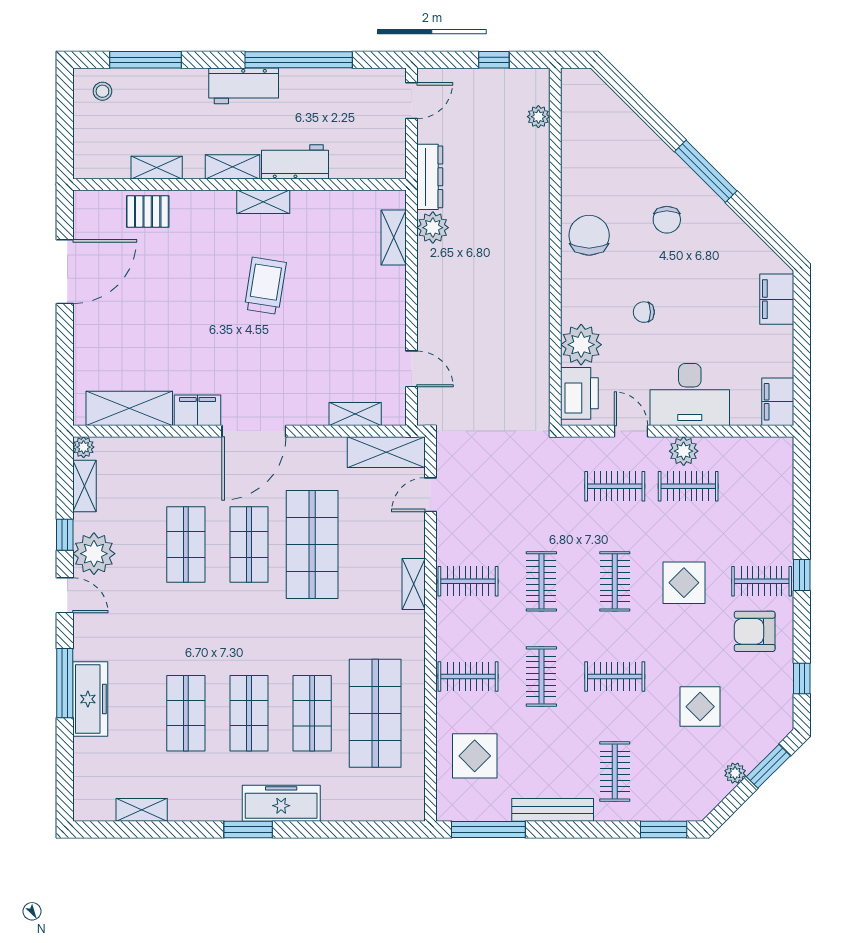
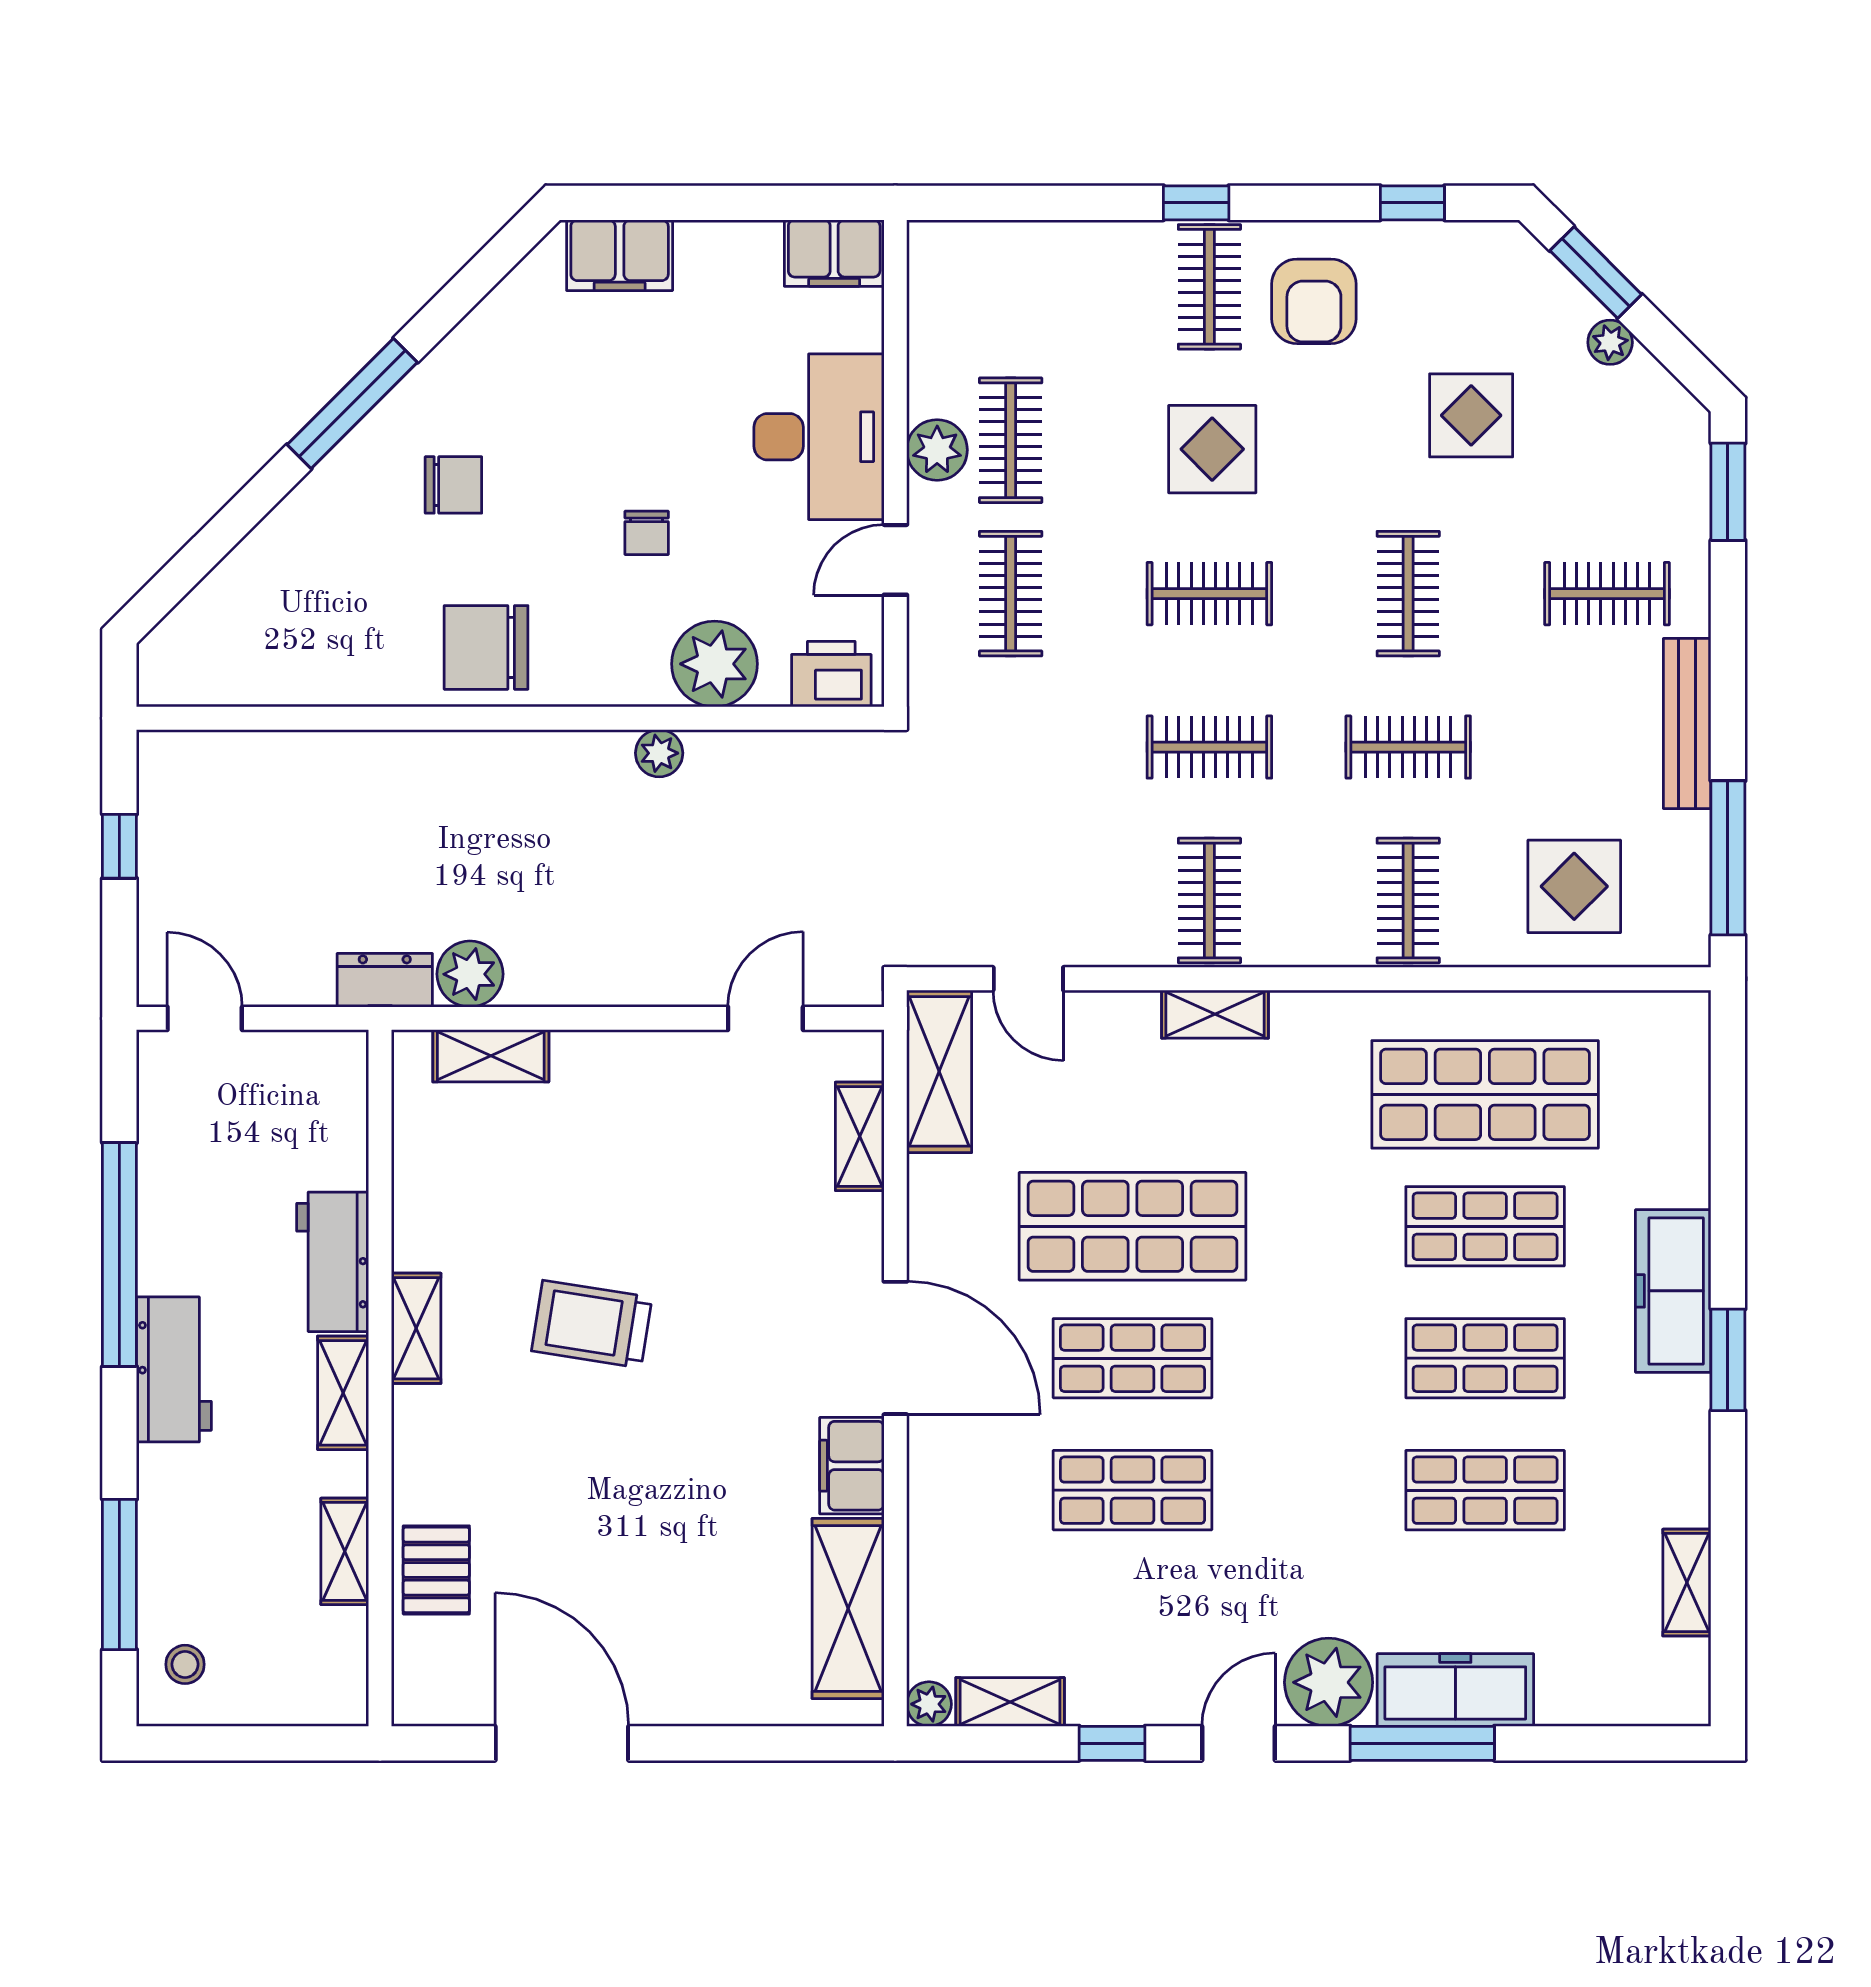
plant: (538, 117) -> (659, 753), moved
dresser: (430, 177) -> (385, 980), width x0.70
printer: (579, 393) -> (831, 674), width x0.73, depth x0.84
plant: (94, 554) -> (1329, 1682), moved

